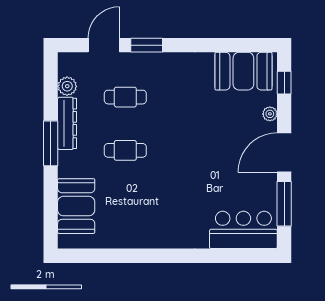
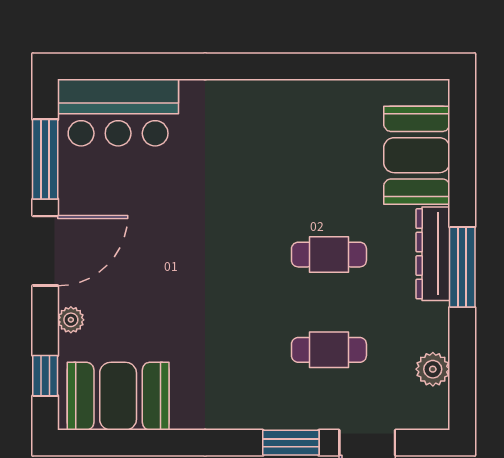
dresser: (67, 123) -> (433, 254), moved

